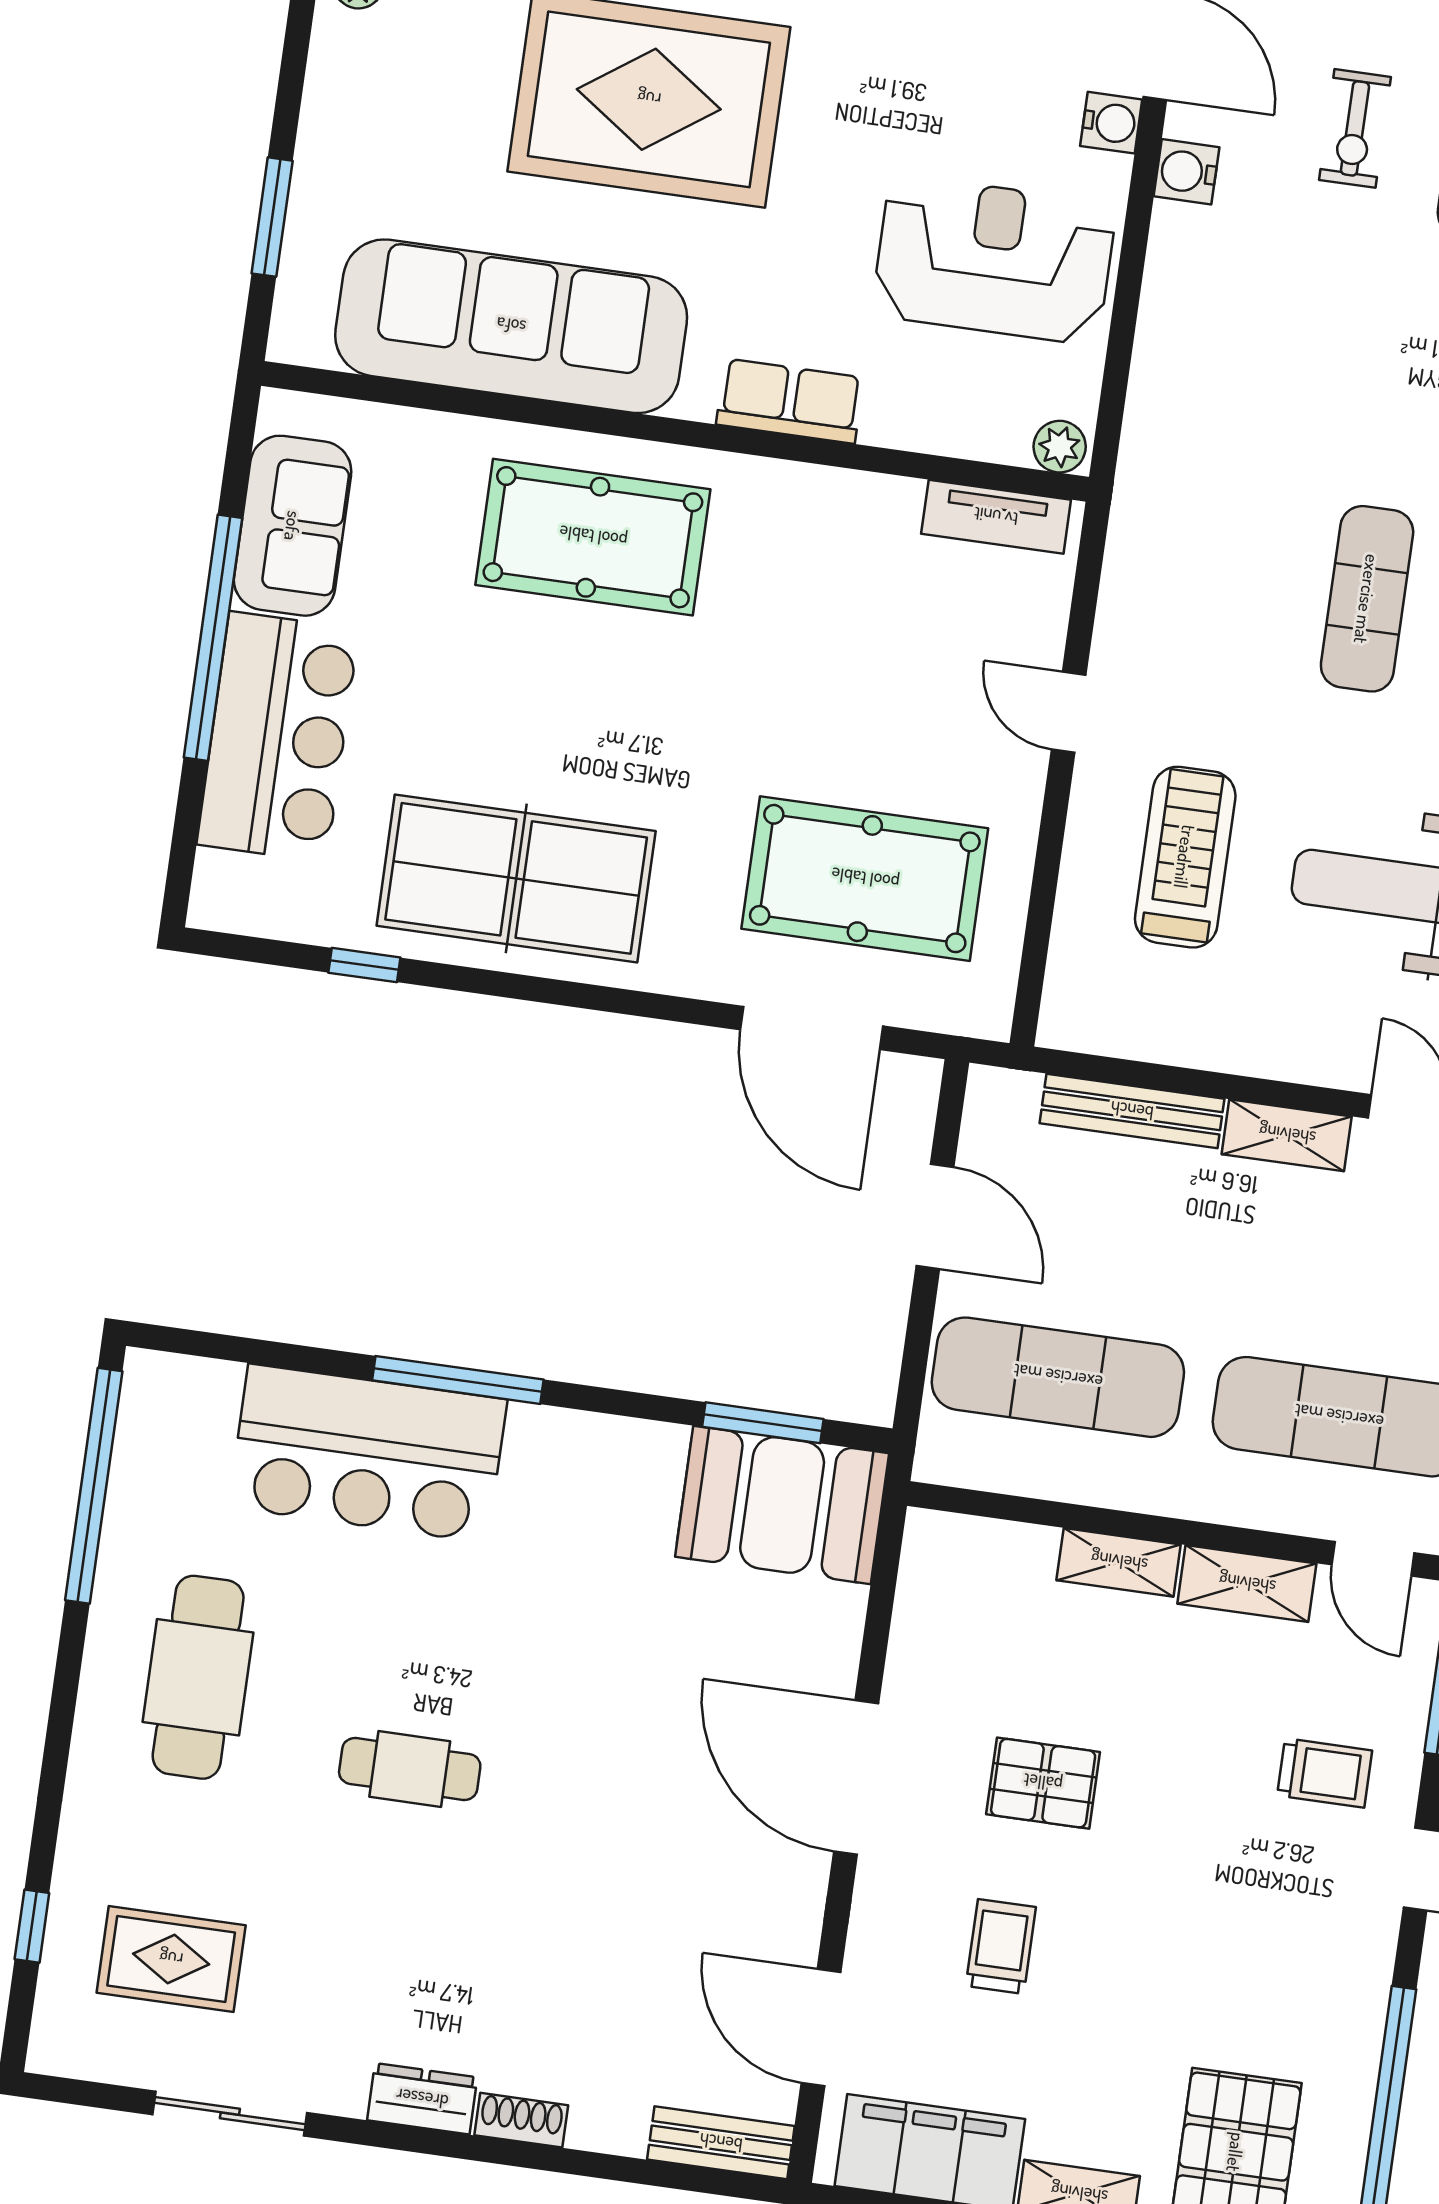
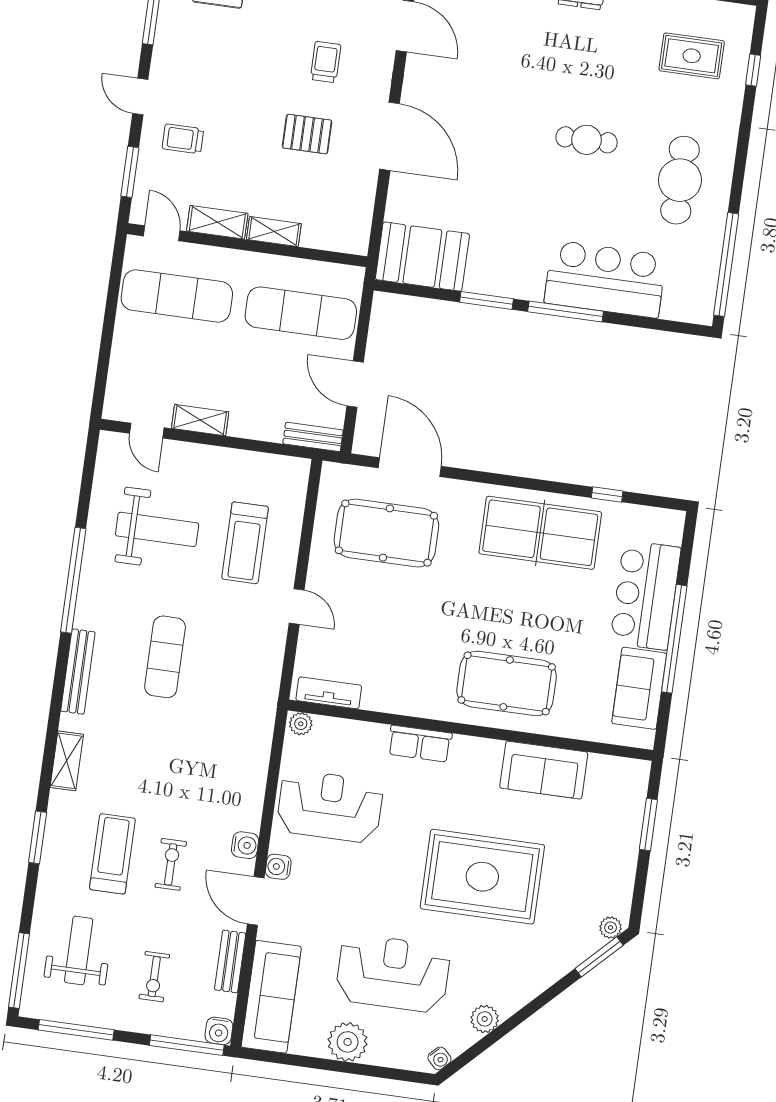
reception desk: (994, 260) -> (330, 806), turned 180
sofa: (511, 326) -> (544, 770), width x0.54, depth x0.79
bench: (1132, 1111) -> (313, 437), moved, width x0.73
window: (763, 1423) -> (487, 301), moved
trolley: (1001, 1947) -> (326, 62), turned 180

